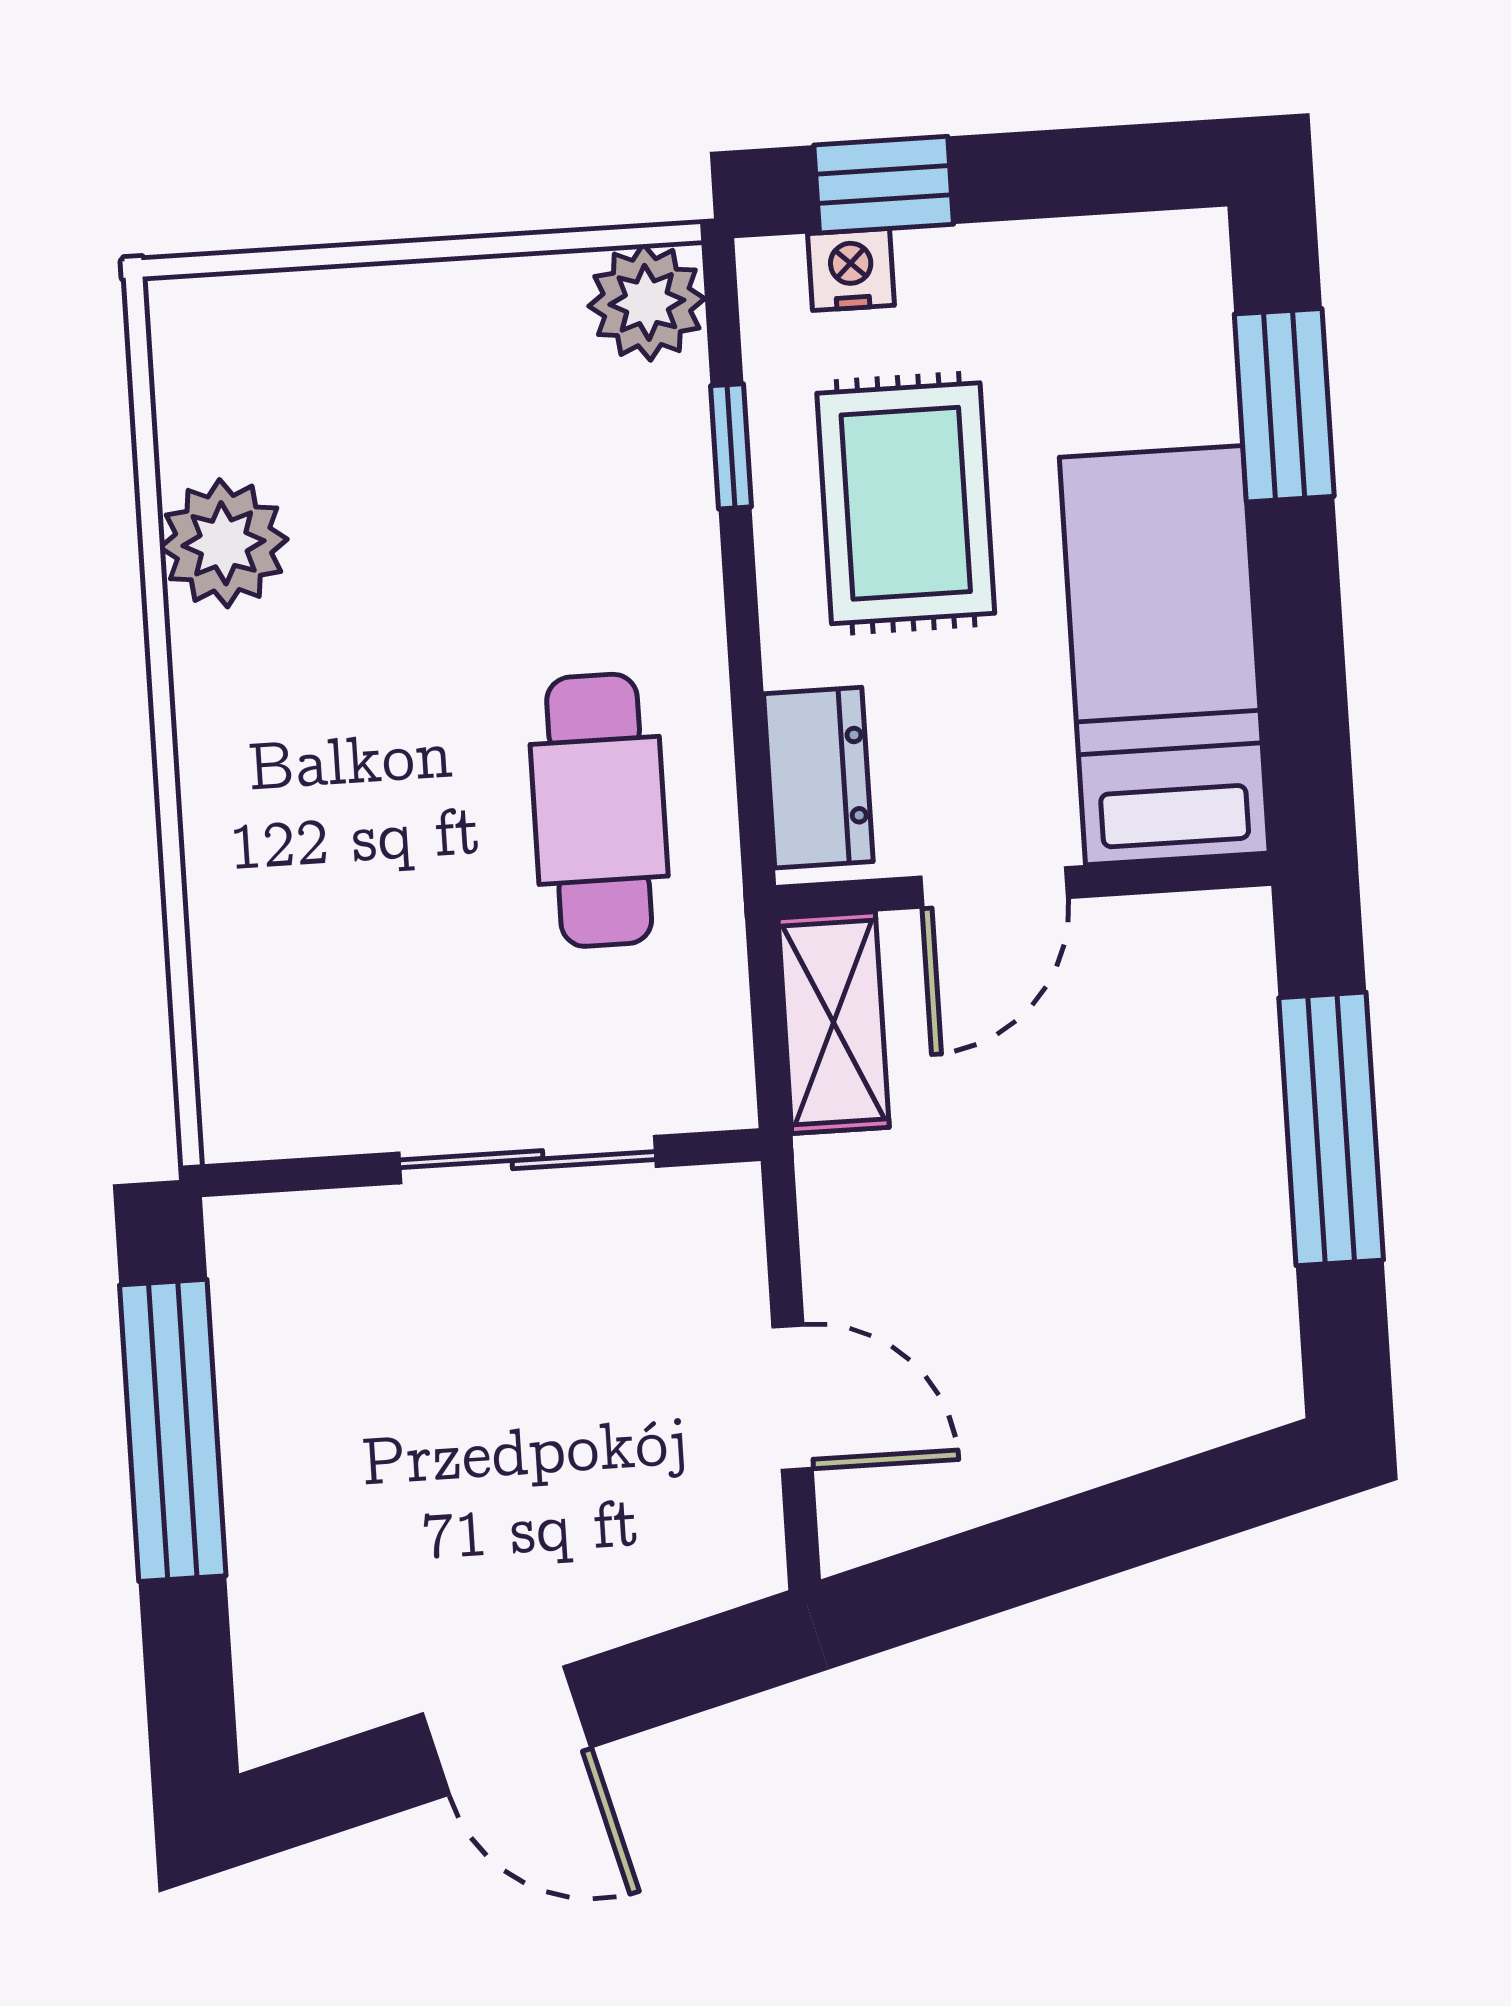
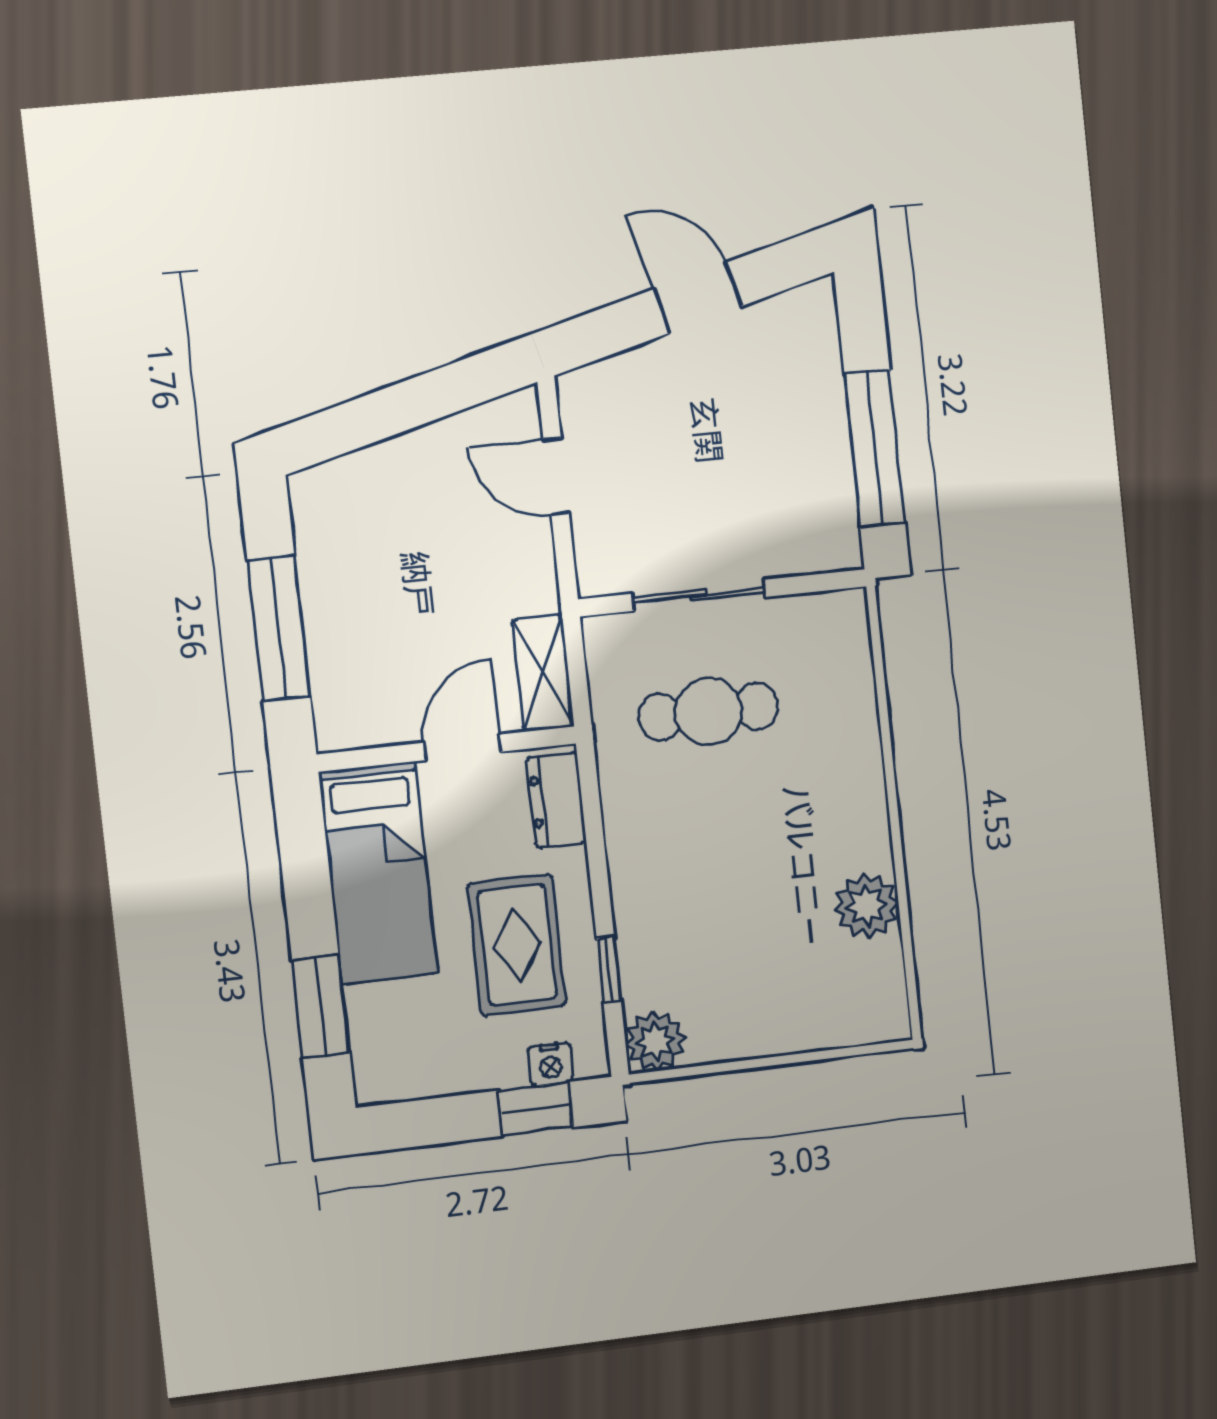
cafe table: (599, 810) -> (709, 712), moved, turned 90

